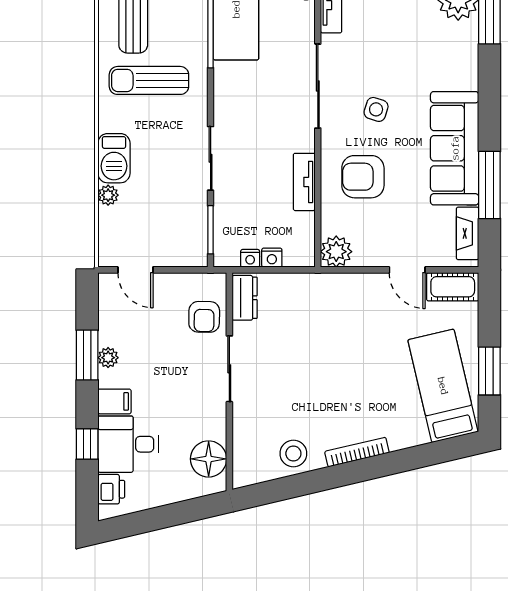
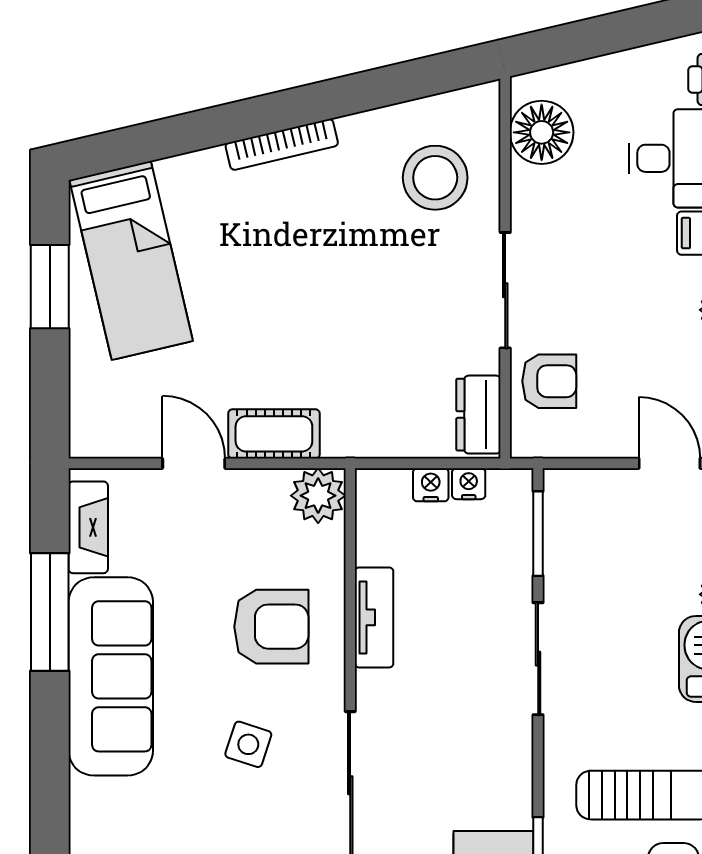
cot: (453, 287) -> (274, 434), moved
armchair: (204, 317) -> (549, 381), turned 89
stool: (293, 453) -> (435, 178), moved, width x1.38, depth x1.38

